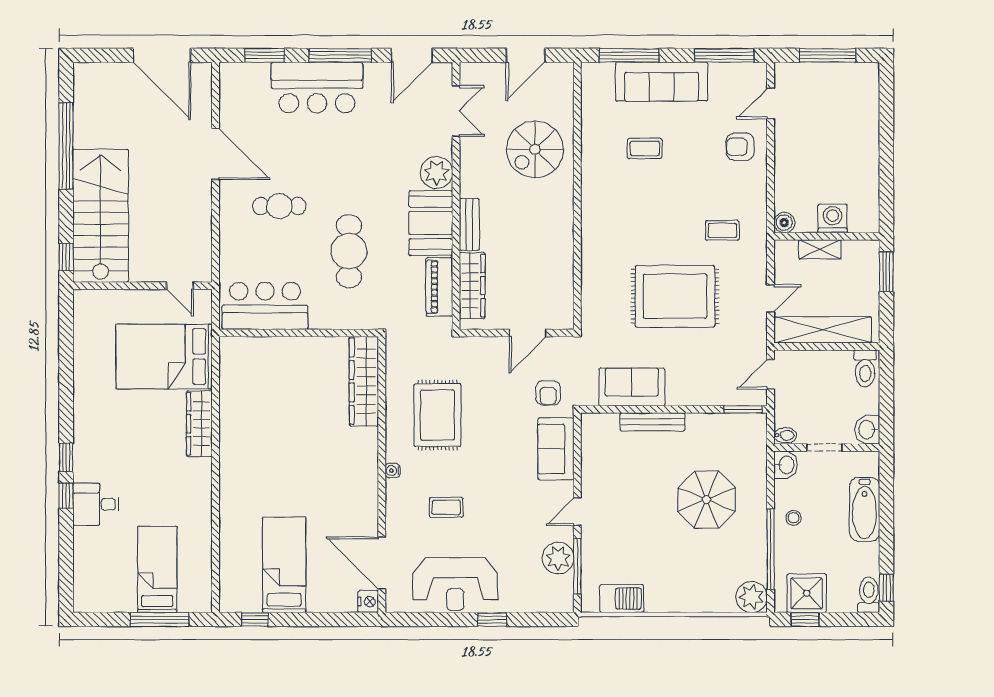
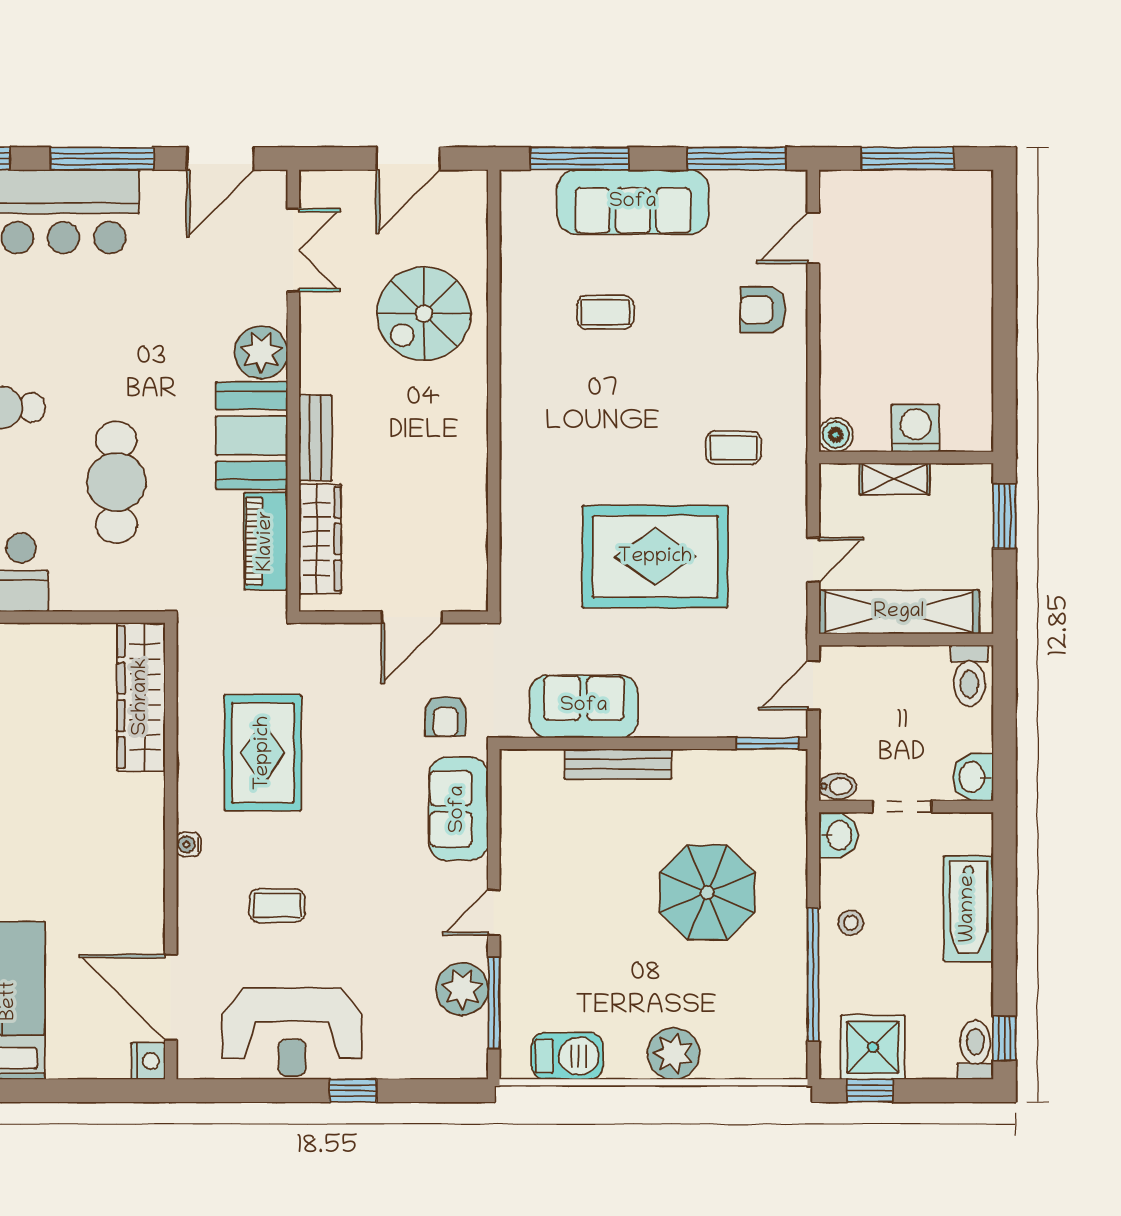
plant: (752, 597) -> (673, 1054), moved

